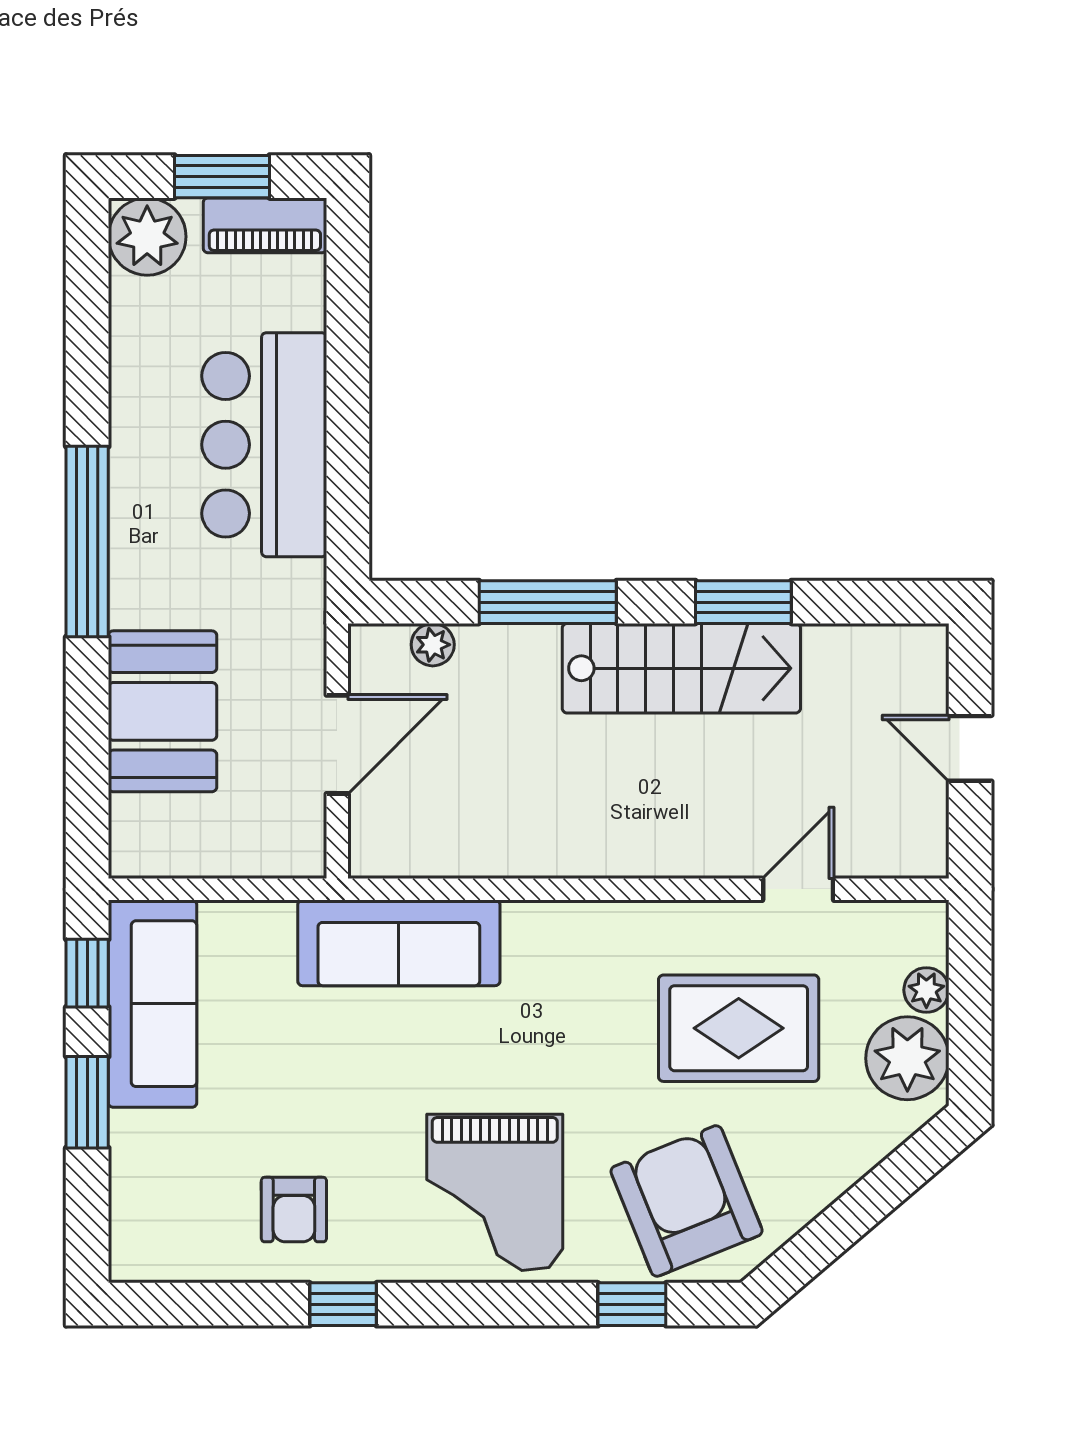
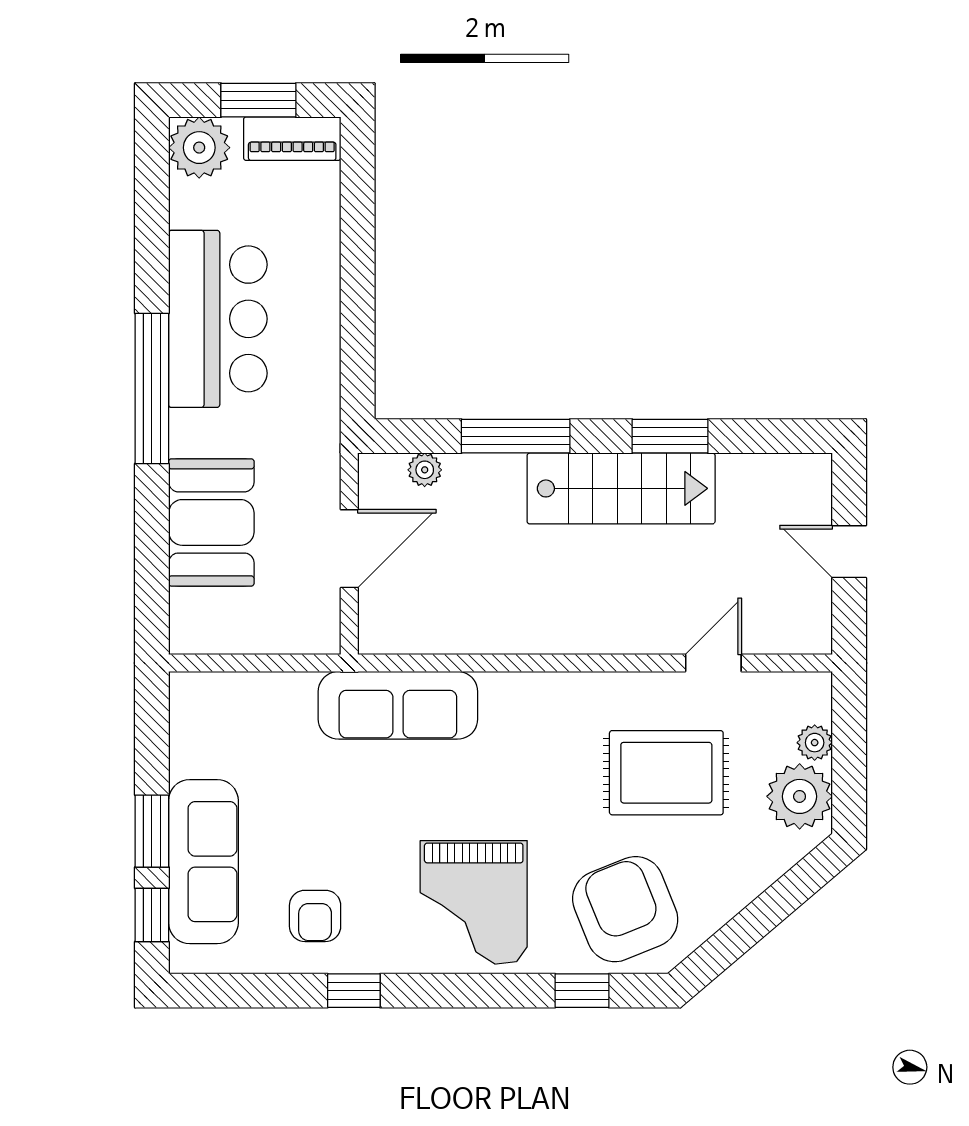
bar counter: (264, 445) -> (218, 319), moved, turned 180
window: (87, 973) -> (152, 915), moved
sofa: (153, 1004) -> (203, 862), moved

